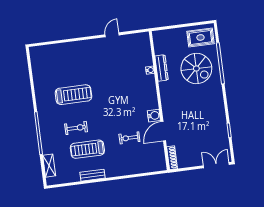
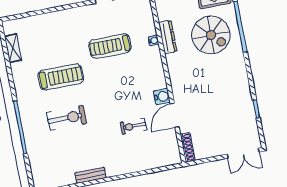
exercise bike: (76, 128) -> (67, 118), width x1.38, depth x1.39
treadmill: (87, 149) -> (110, 46), moved
double door: (216, 165) -> (243, 153), swing flipped
shelving: (49, 166) -> (13, 48), moved

